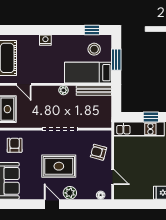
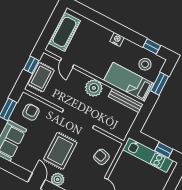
nightstand: (45, 40) -> (117, 39), moved
plant: (64, 90) -> (94, 88), width x1.87, depth x1.87
rug: (59, 166) -> (60, 151), turned 90

